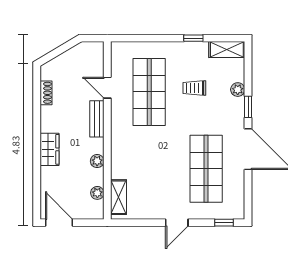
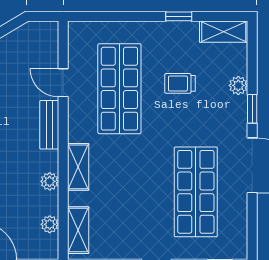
shelving: (118, 150) -> (78, 167), added

